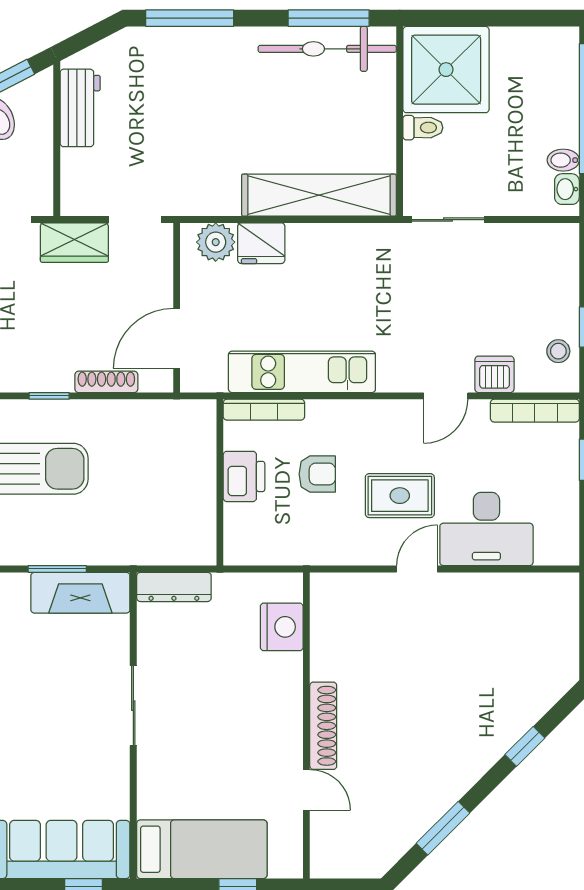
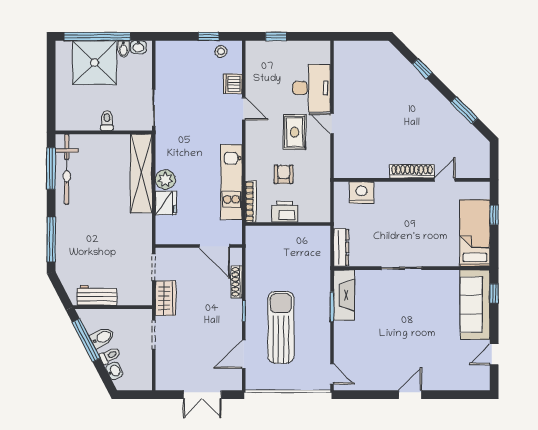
shower: (446, 70) -> (95, 63), moved
plant: (216, 242) -> (165, 180), moved
bookcase: (535, 411) -> (251, 63), removed

